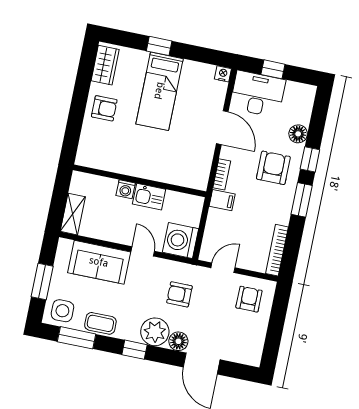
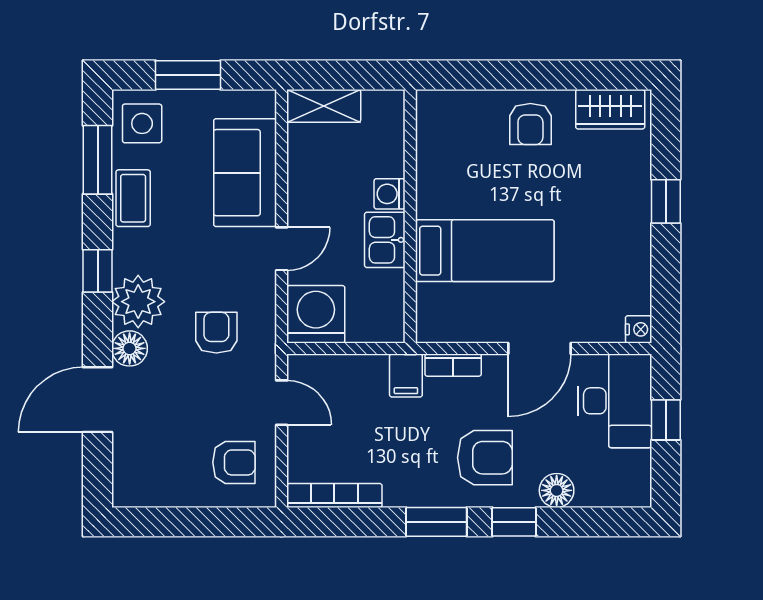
bed: (159, 91) -> (485, 251), moved, turned 180

